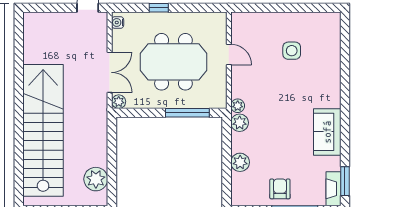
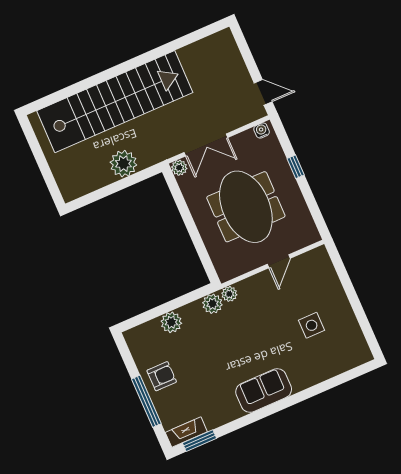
window: (187, 113) -> (199, 244), removed
sofa: (327, 132) -> (264, 390), moved
plant: (96, 179) -> (123, 164), moved

